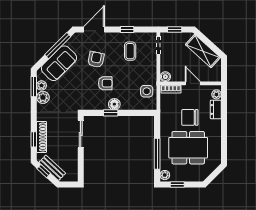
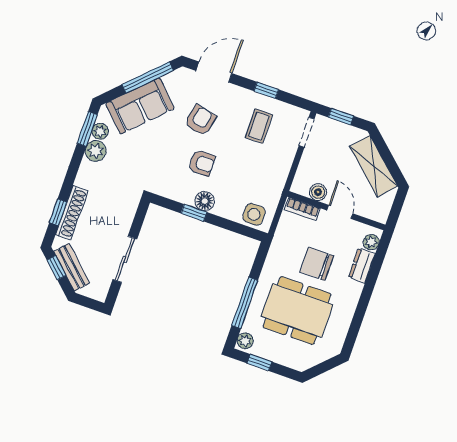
boiler: (165, 77) -> (318, 192), moved
side table: (147, 91) -> (254, 214), moved
sliding door: (81, 134) -> (125, 259), moved

